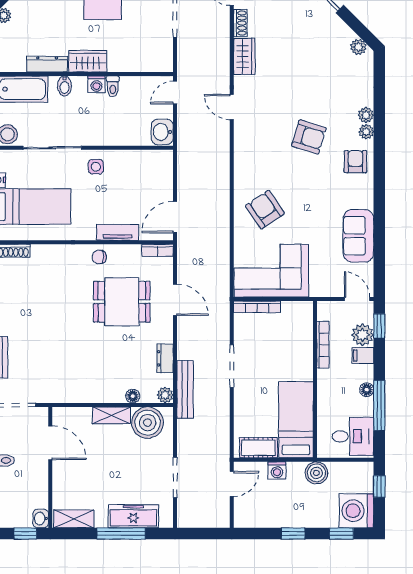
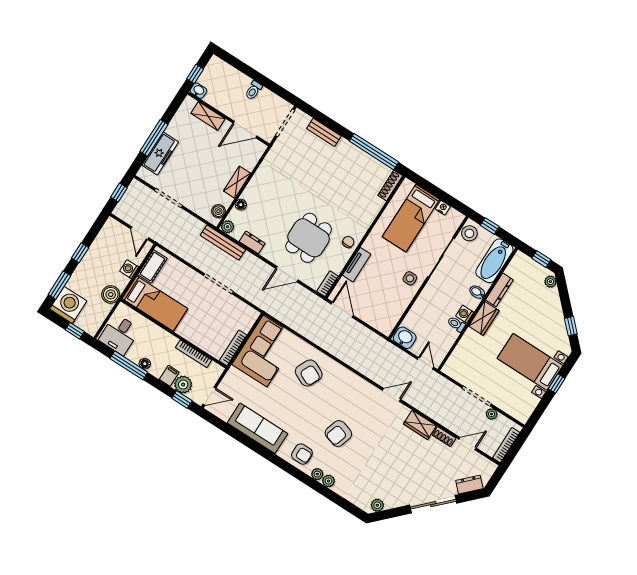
armchair: (265, 210) -> (309, 373), turned 59
sofa: (358, 236) -> (257, 428), width x1.36
bookcase: (257, 307) -> (233, 348), moved
boiler: (148, 423) -> (218, 211), width x0.54, depth x0.54
shelving: (74, 519) -> (208, 116), moved, turned 90
window: (203, 534) -> (119, 192), added
window: (341, 534) -> (59, 285), width x1.50

